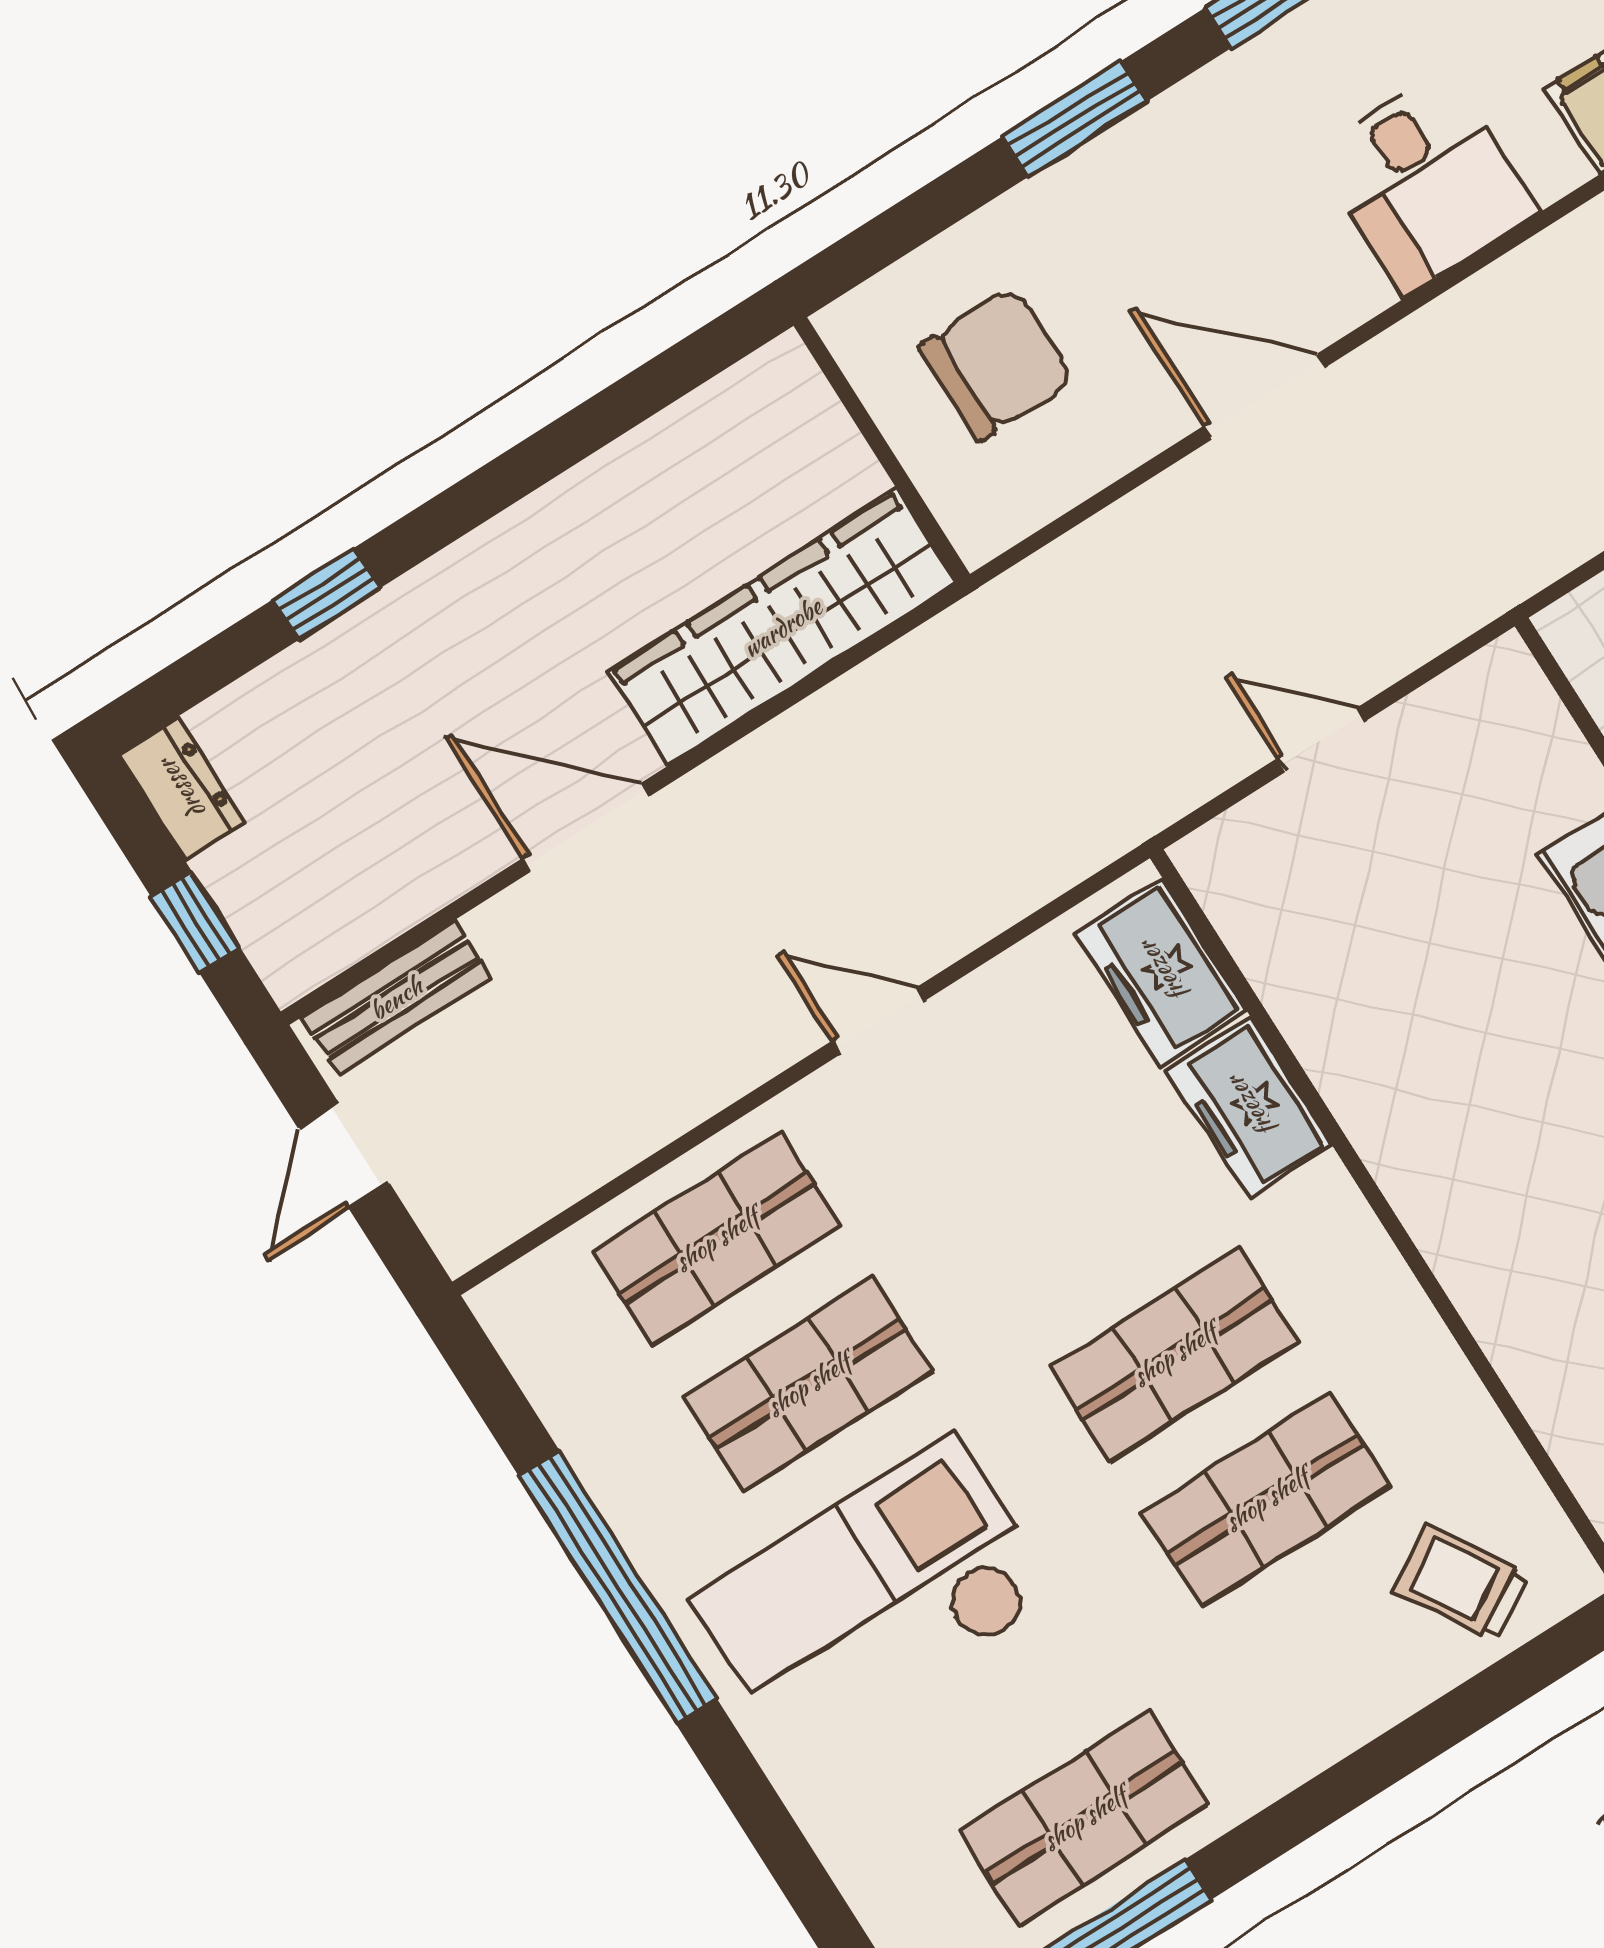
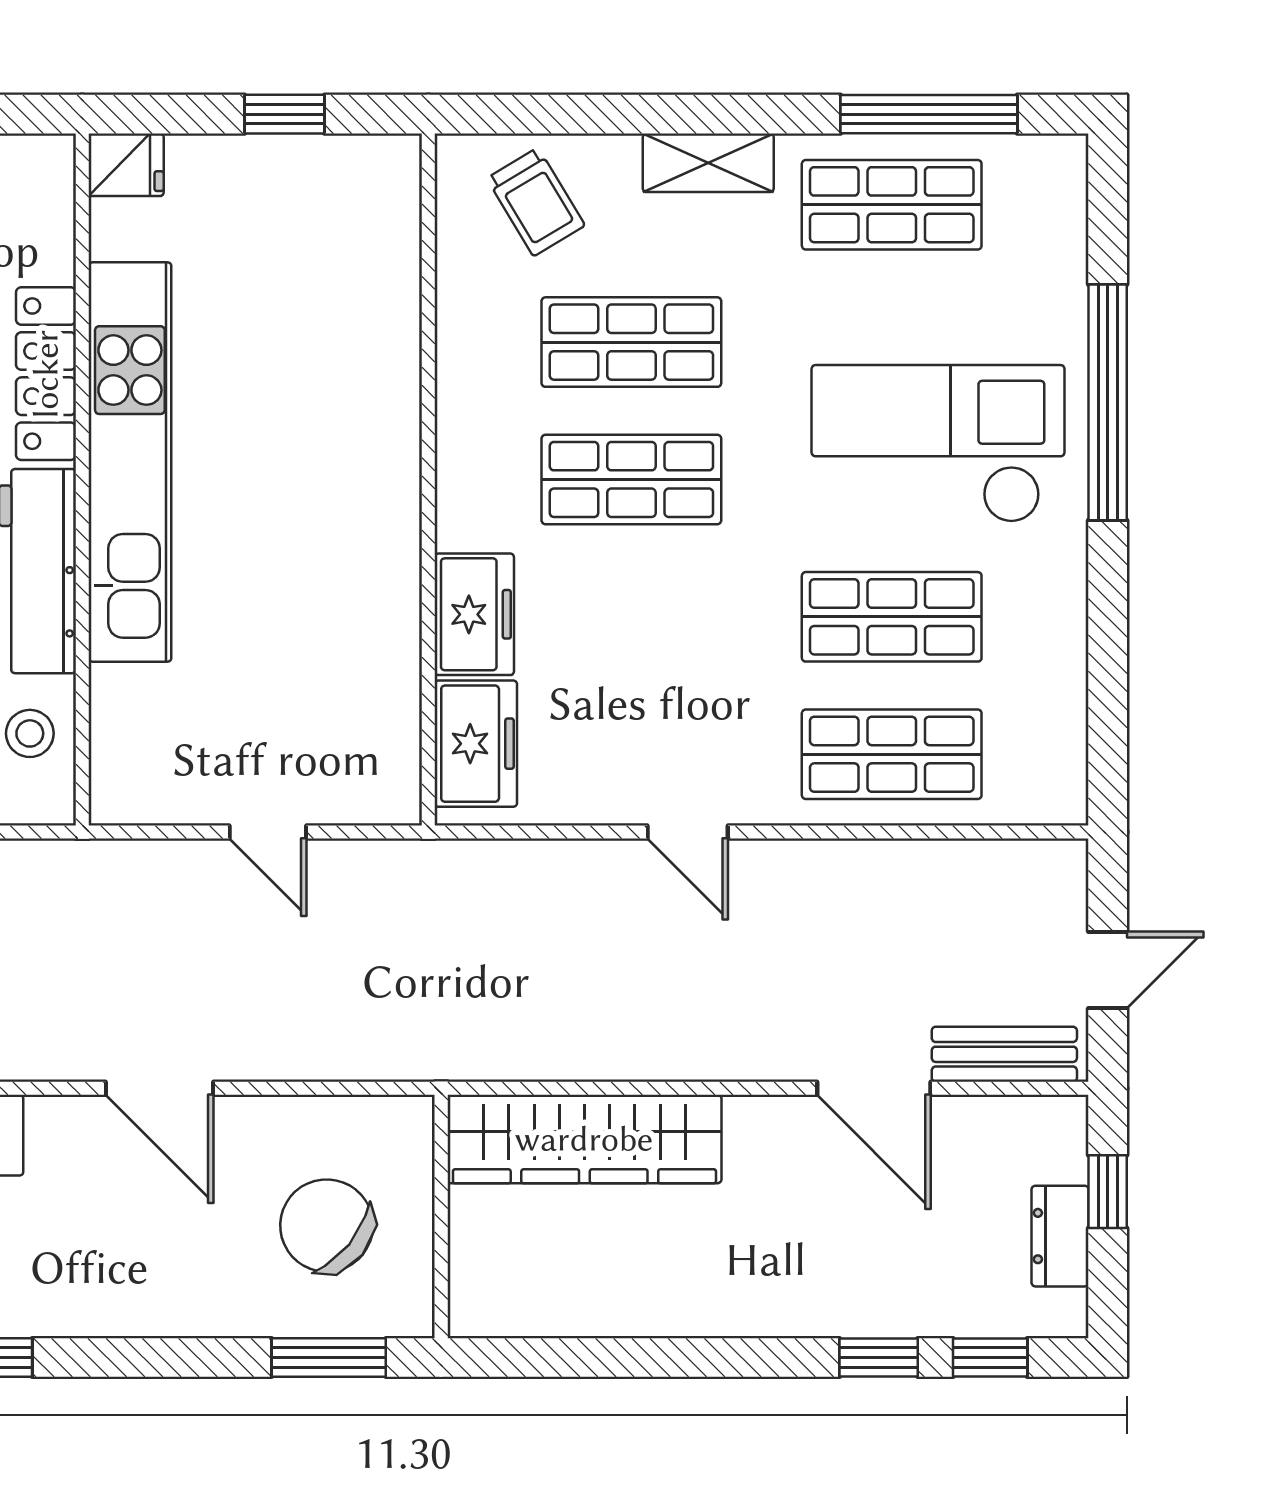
window: (1074, 119) -> (329, 1358), moved
chair: (996, 364) -> (327, 1226), turned 39
window: (209, 669) -> (990, 1358), added
dresser: (181, 789) -> (1060, 1236), moved
door: (586, 827) -> (874, 1088), moved
window: (618, 1587) -> (1108, 402), moved
checkout: (875, 1597) -> (938, 444), turned 180
shelving: (1305, 1740) -> (708, 163), added

